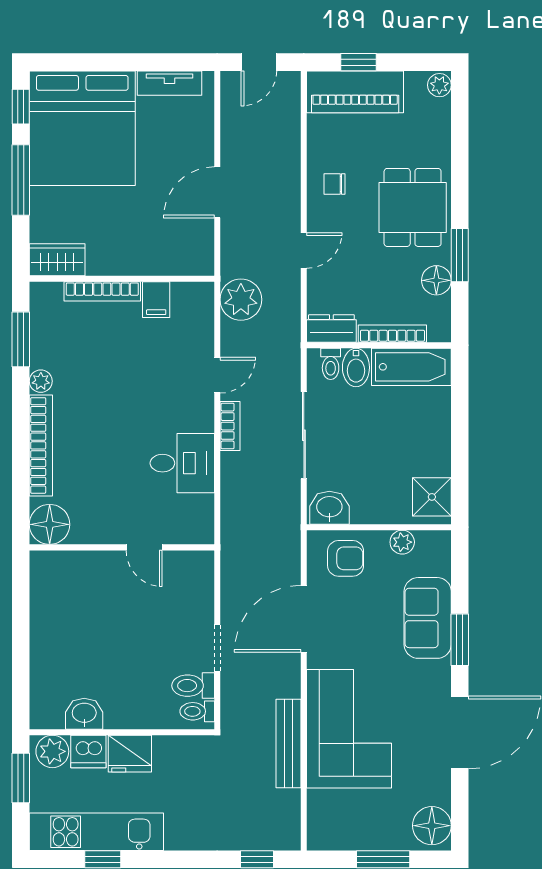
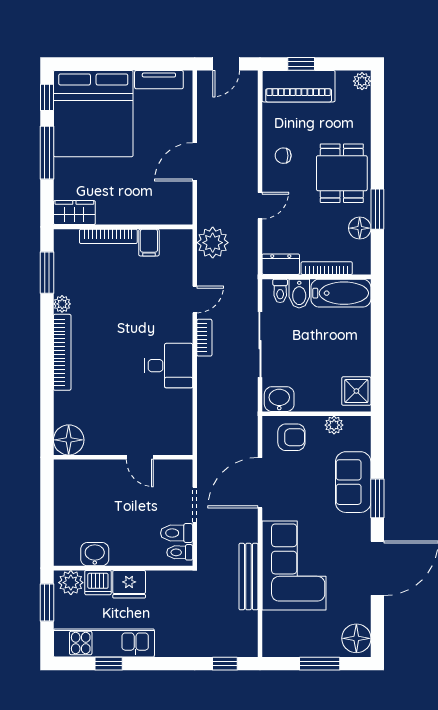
floor lamp: (50, 524) -> (69, 440), moved
wall: (122, 547) -> (123, 457), moved
door: (144, 547) -> (140, 457), moved

